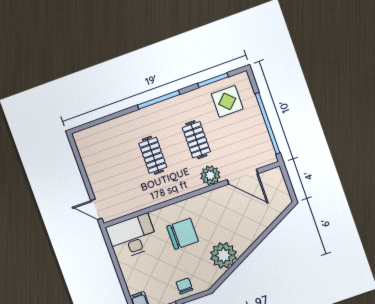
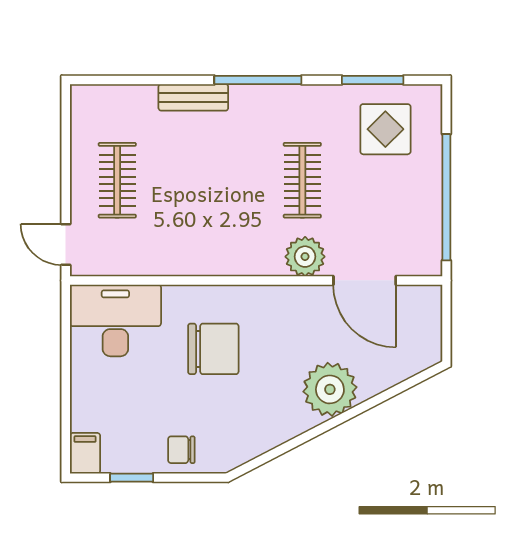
bench: (131, 119) -> (193, 97), added
clothes rail: (153, 155) -> (117, 180), moved
plant: (223, 255) -> (330, 389), moved
chair: (184, 286) -> (181, 450), turned -90

